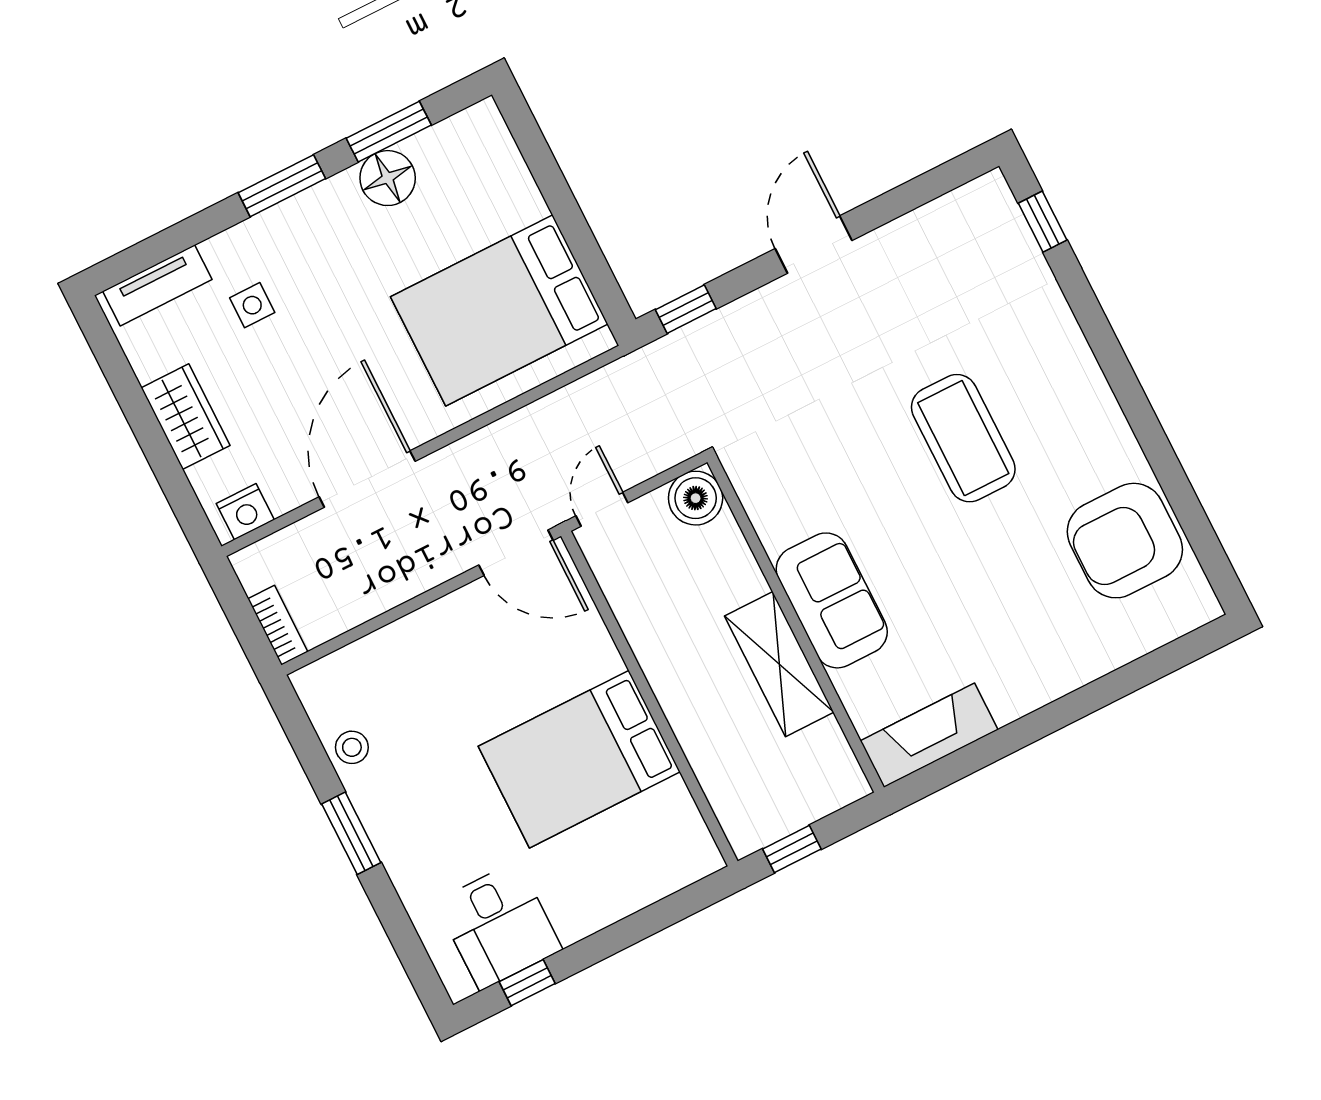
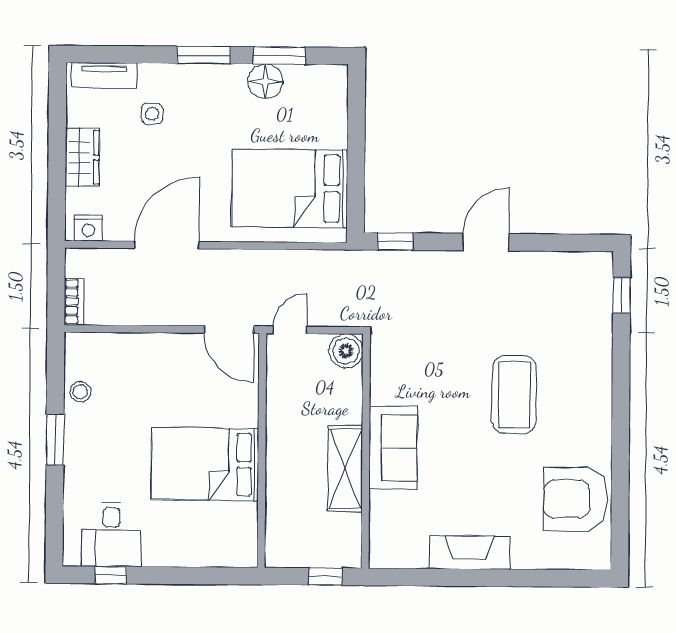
fireplace: (929, 735) -> (470, 553), moved
window: (792, 849) -> (325, 577), moved

